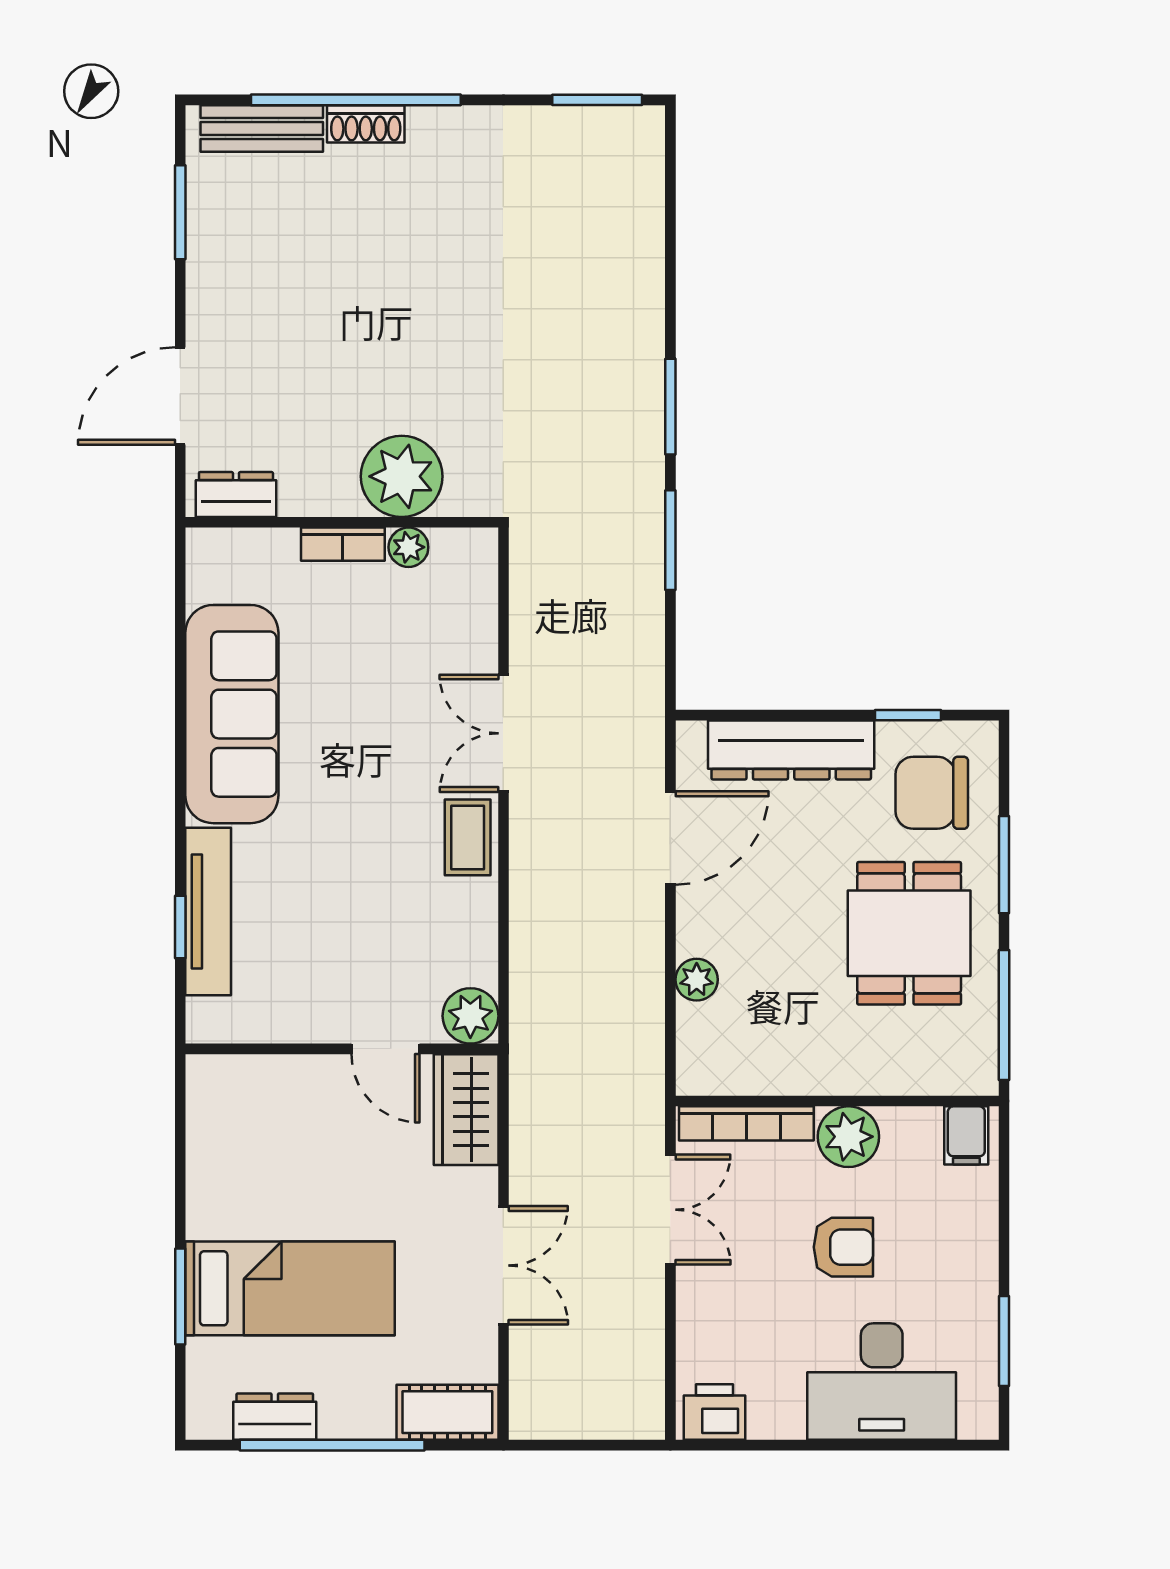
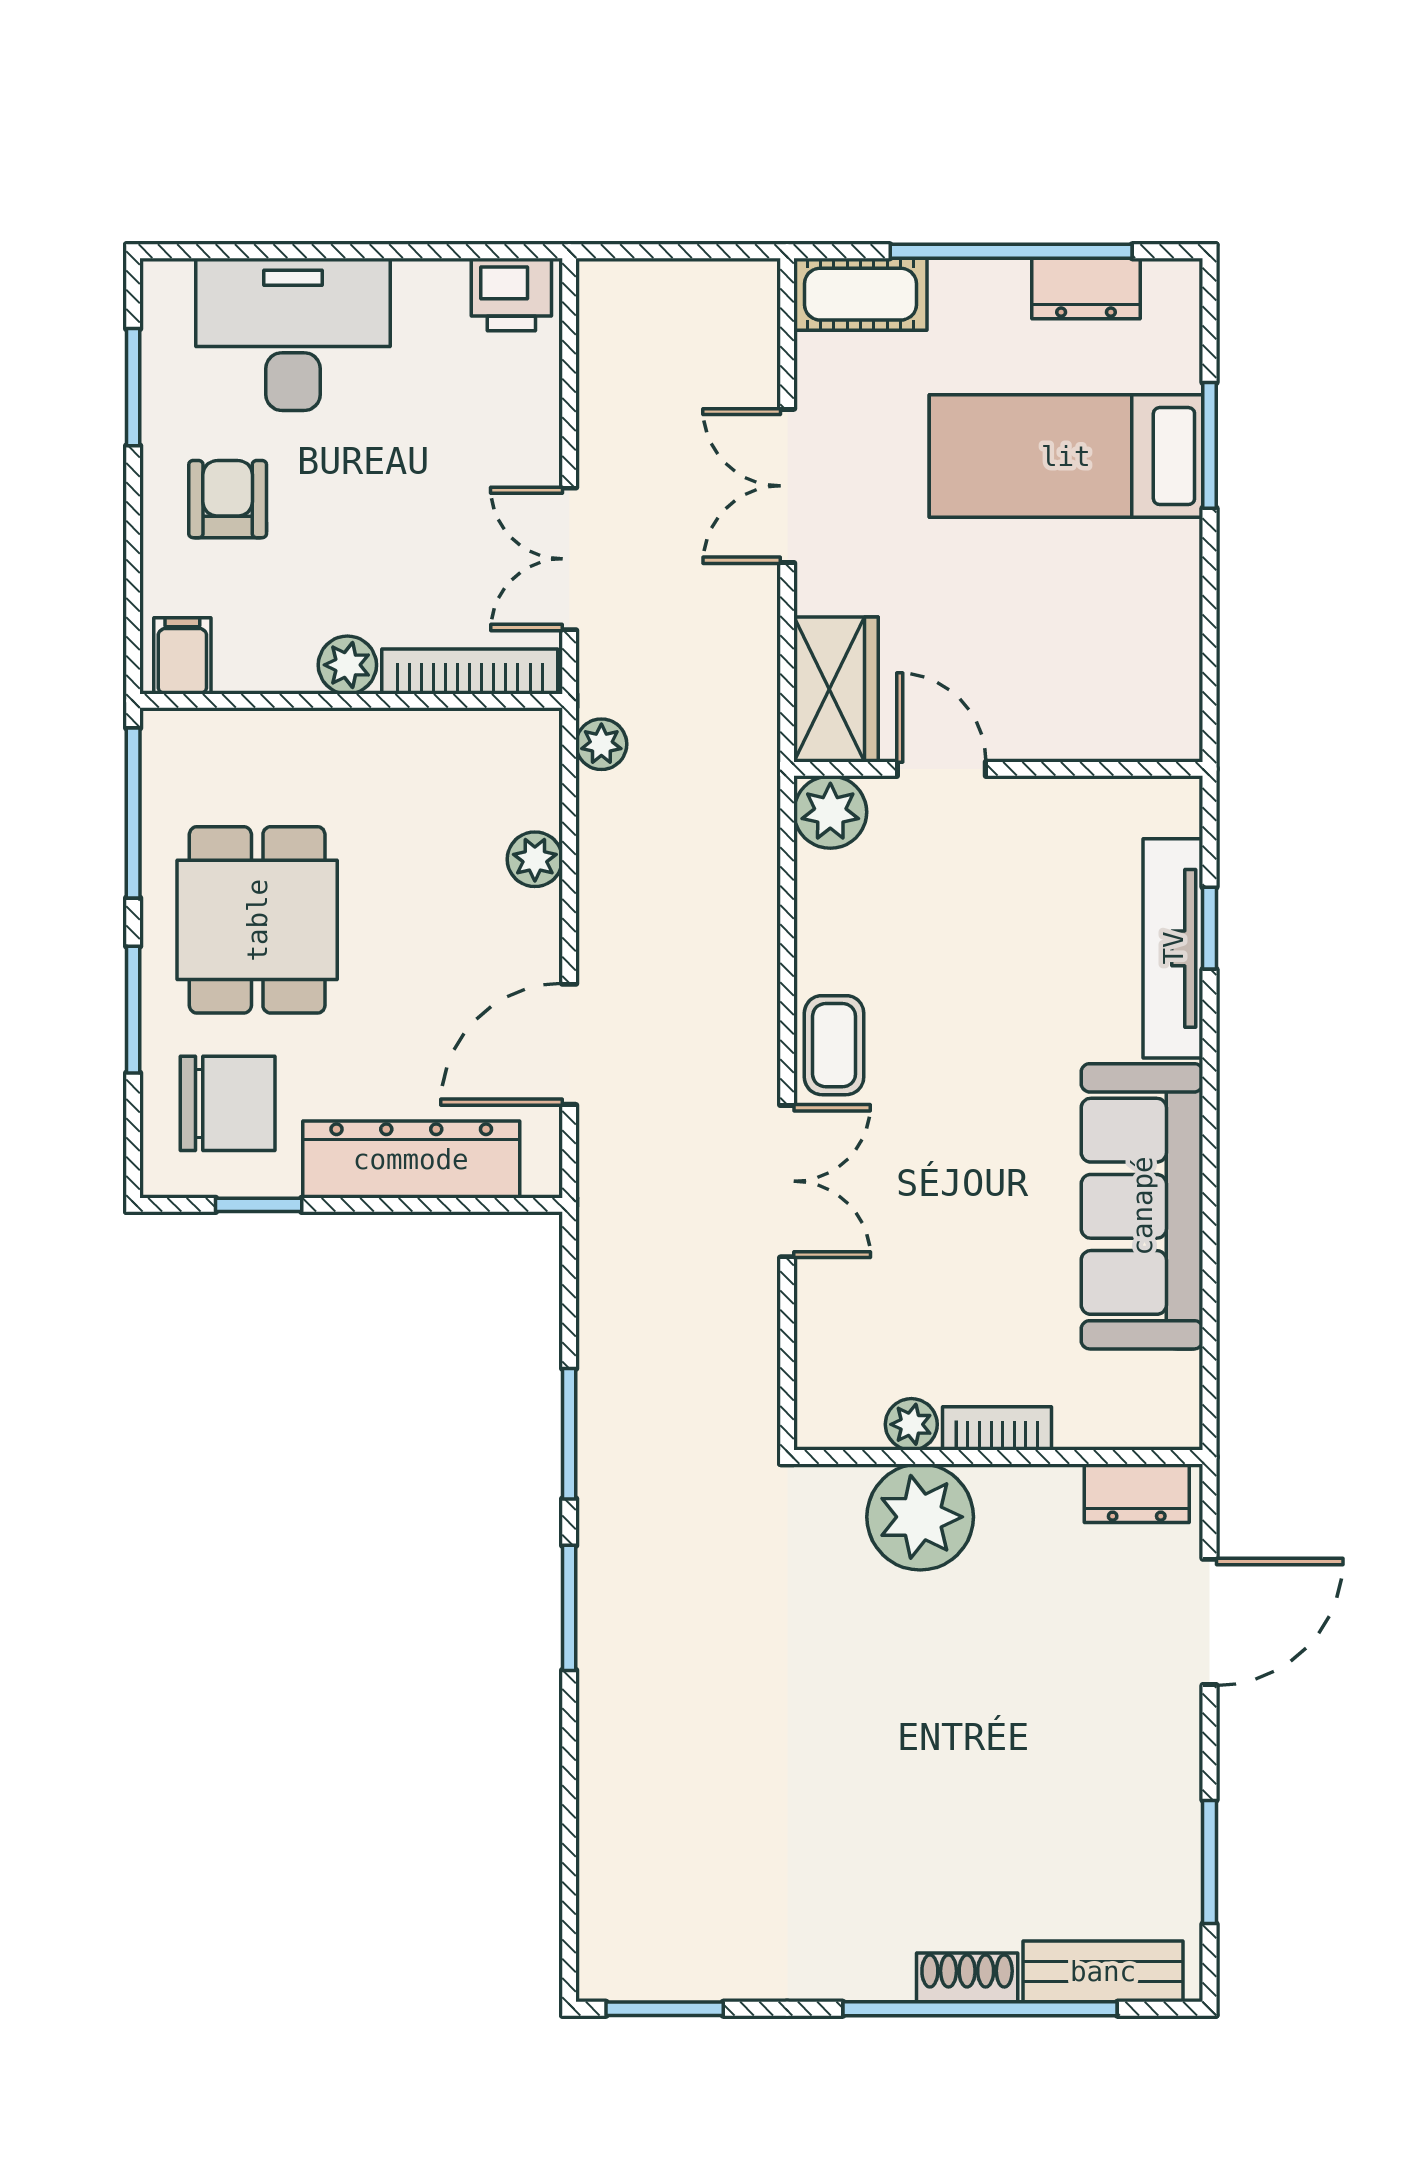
plant: (646, 1068) -> (601, 744), added
plant: (848, 1137) -> (347, 665), width x0.73, depth x0.73
armchair: (843, 1247) -> (228, 499), moved, turned 90

